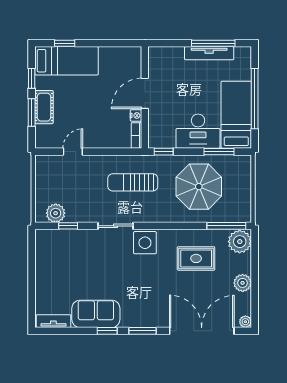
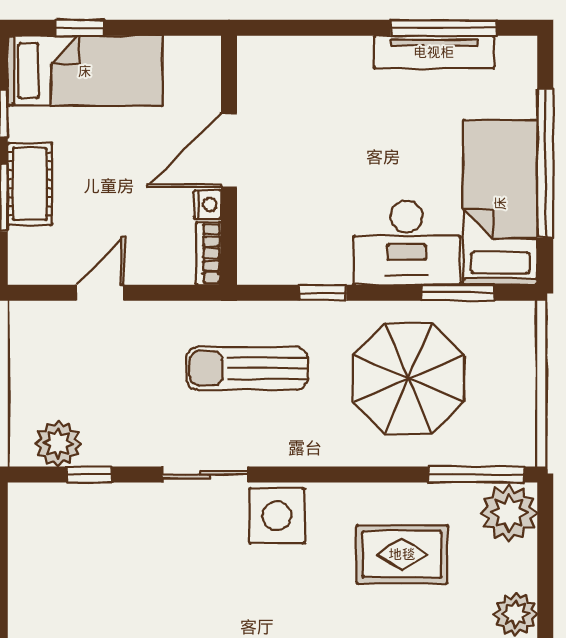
door: (145, 93) -> (229, 150), moved
wall: (145, 97) -> (229, 160), moved
nightstand: (136, 115) -> (207, 204), moved
bookcase: (136, 135) -> (208, 253), moved

